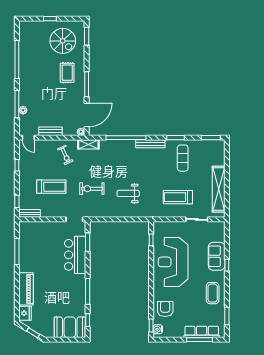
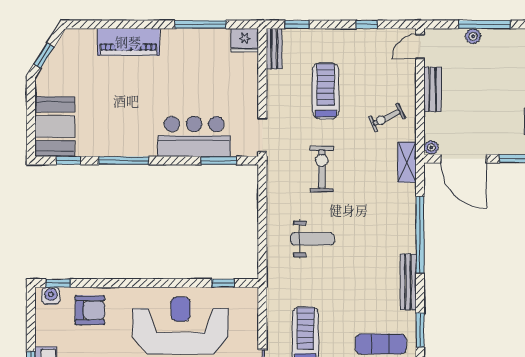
treadmill: (51, 187) -> (326, 91), turned 180
weight bench: (128, 193) -> (312, 239), turned 90
fridge: (25, 313) -> (245, 40), moved

